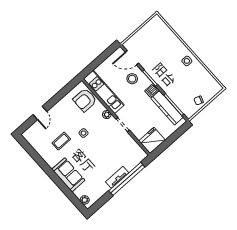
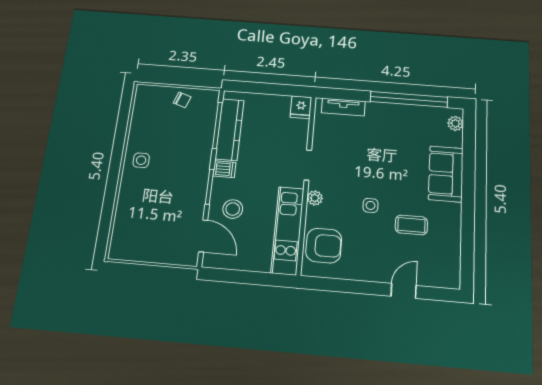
fridge: (152, 140) -> (301, 107), width x0.53, depth x0.75
tv unit: (117, 177) -> (343, 107), moved
window: (127, 179) -> (409, 99), moved

